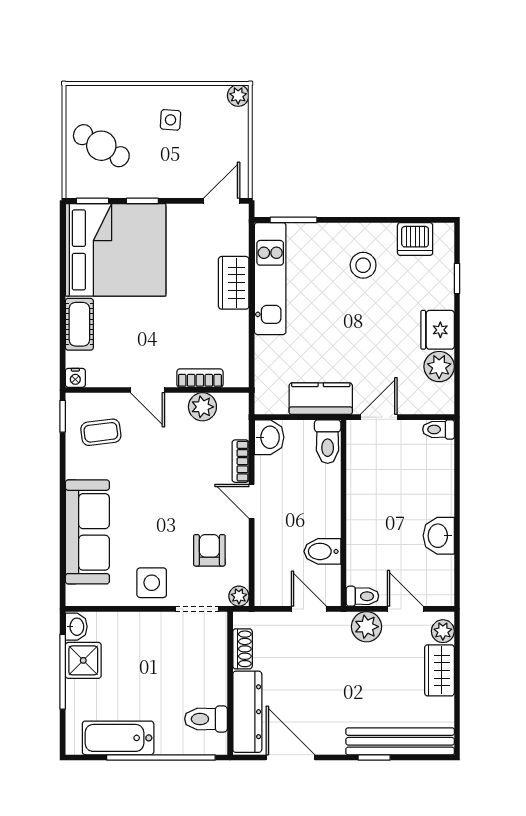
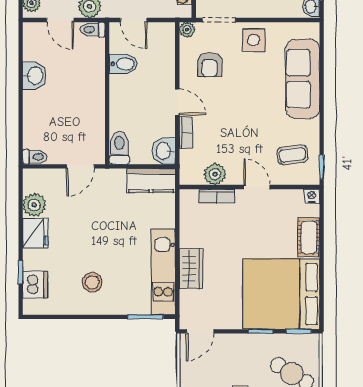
dishwasher: (415, 239) -> (35, 285), moved, turned 90
kitchen counter: (321, 399) -> (151, 180), moved

